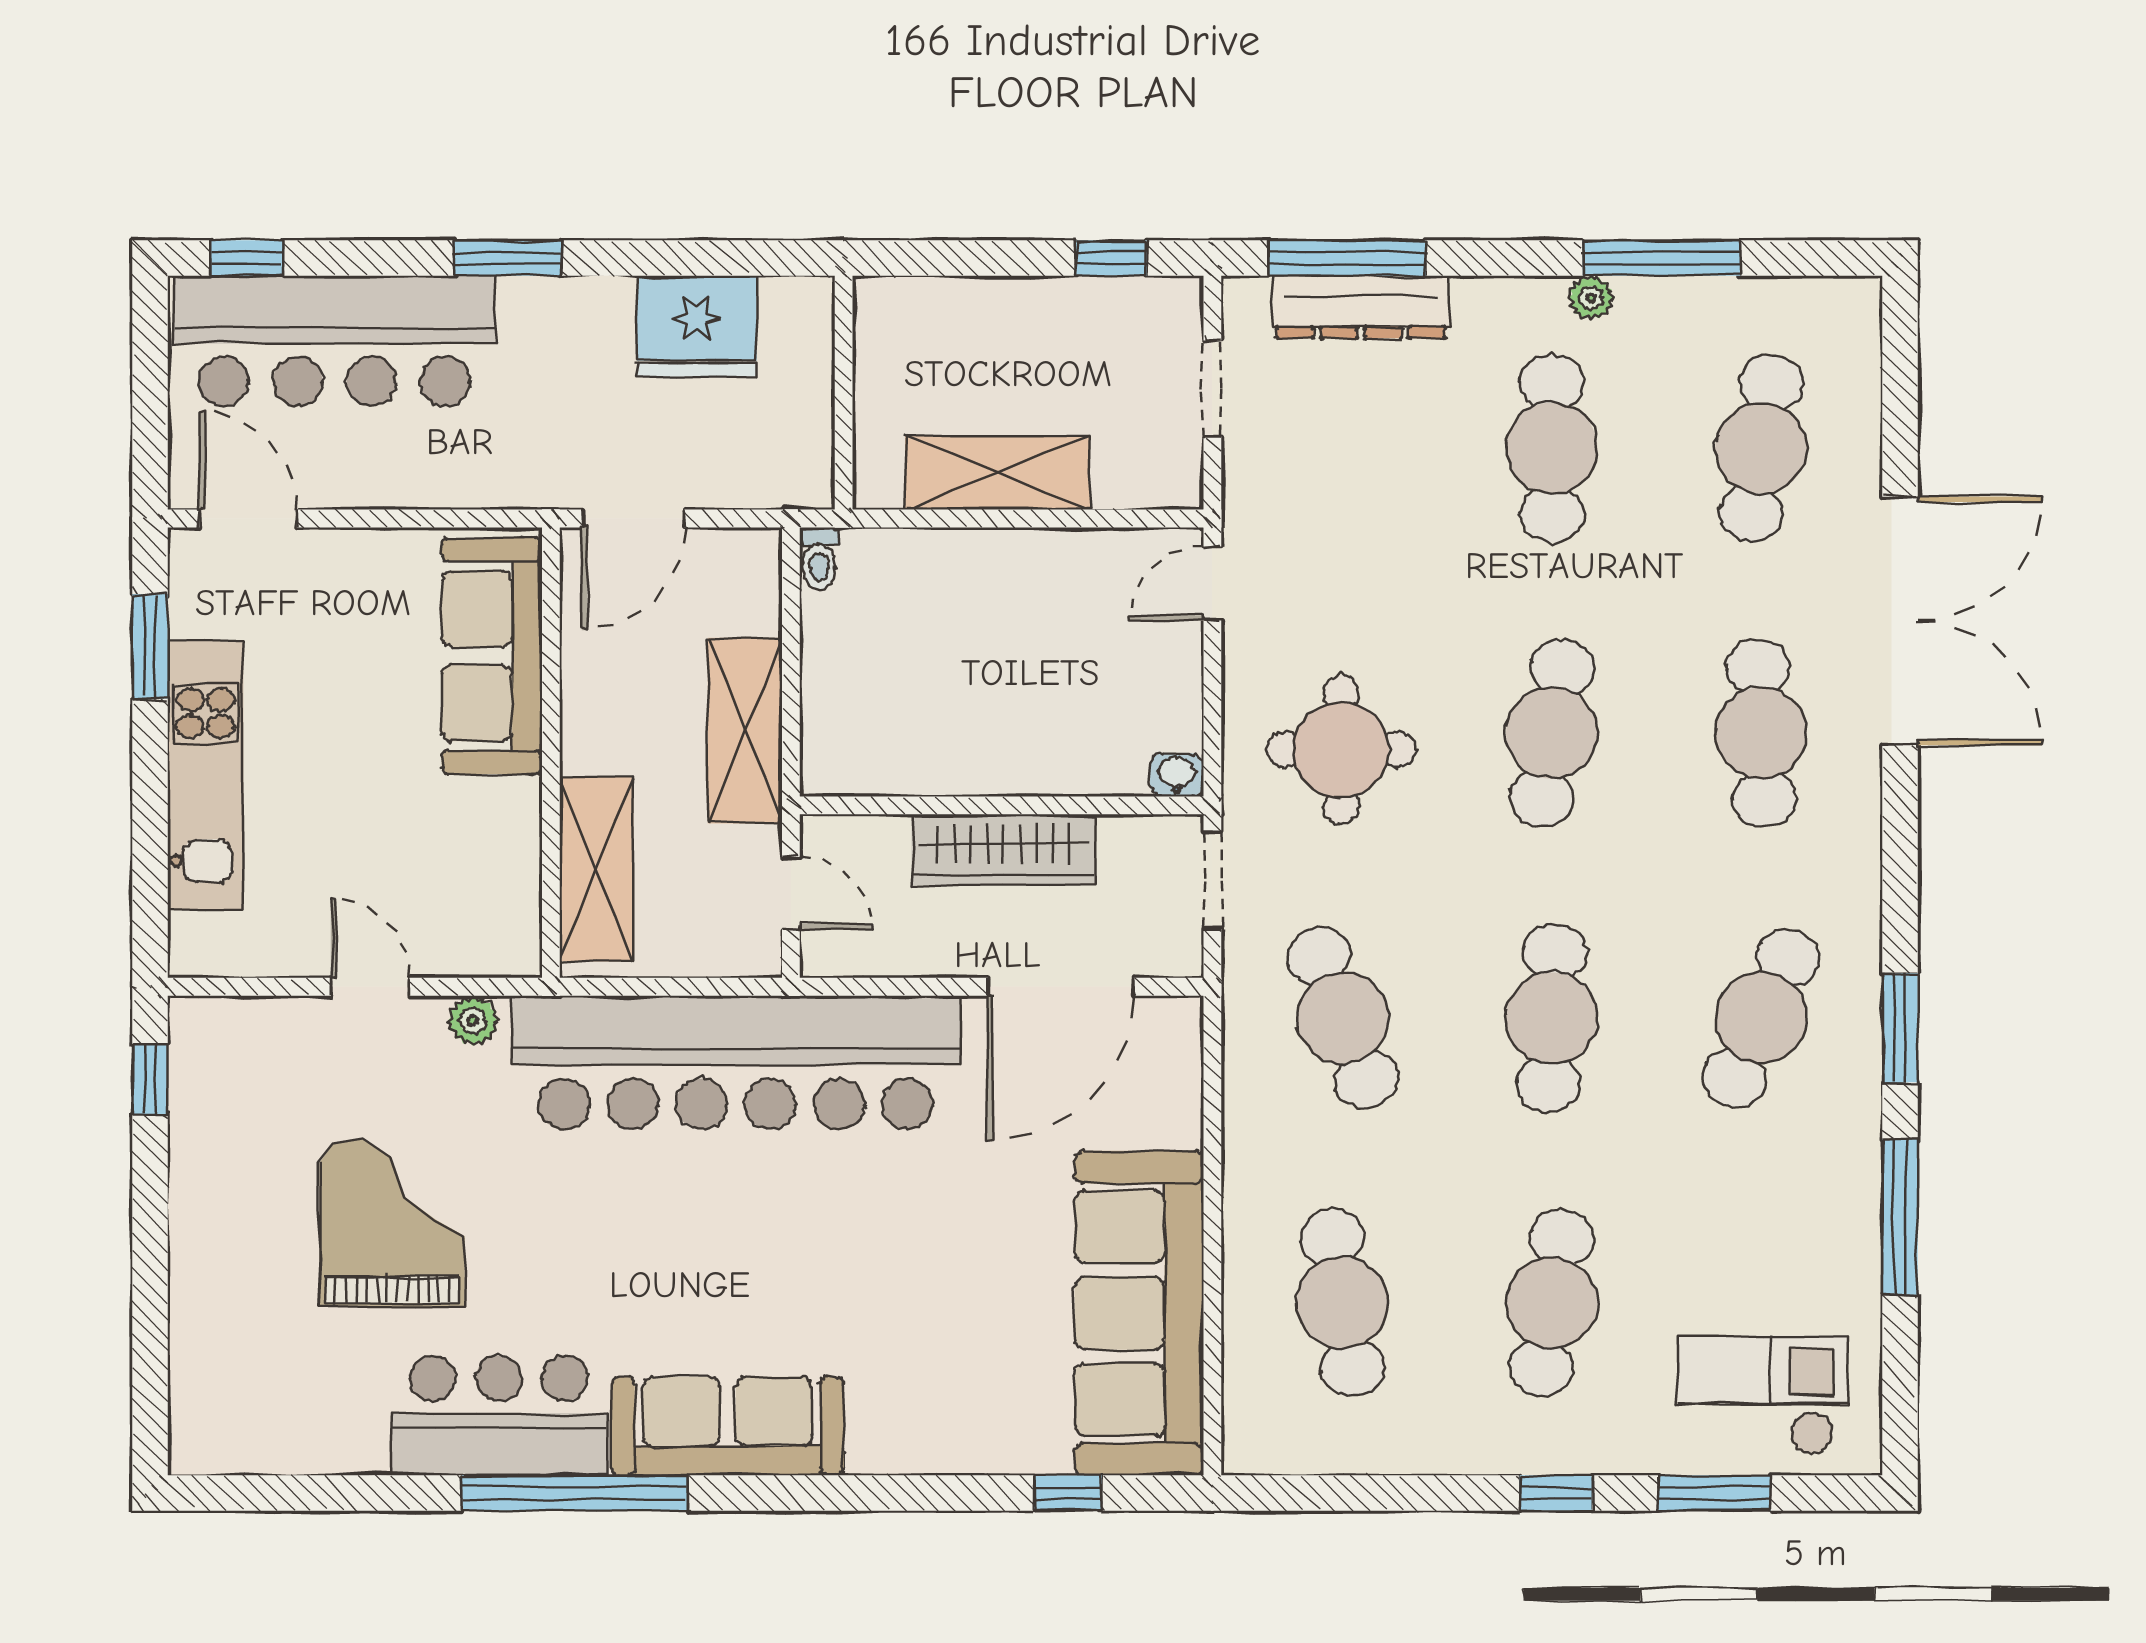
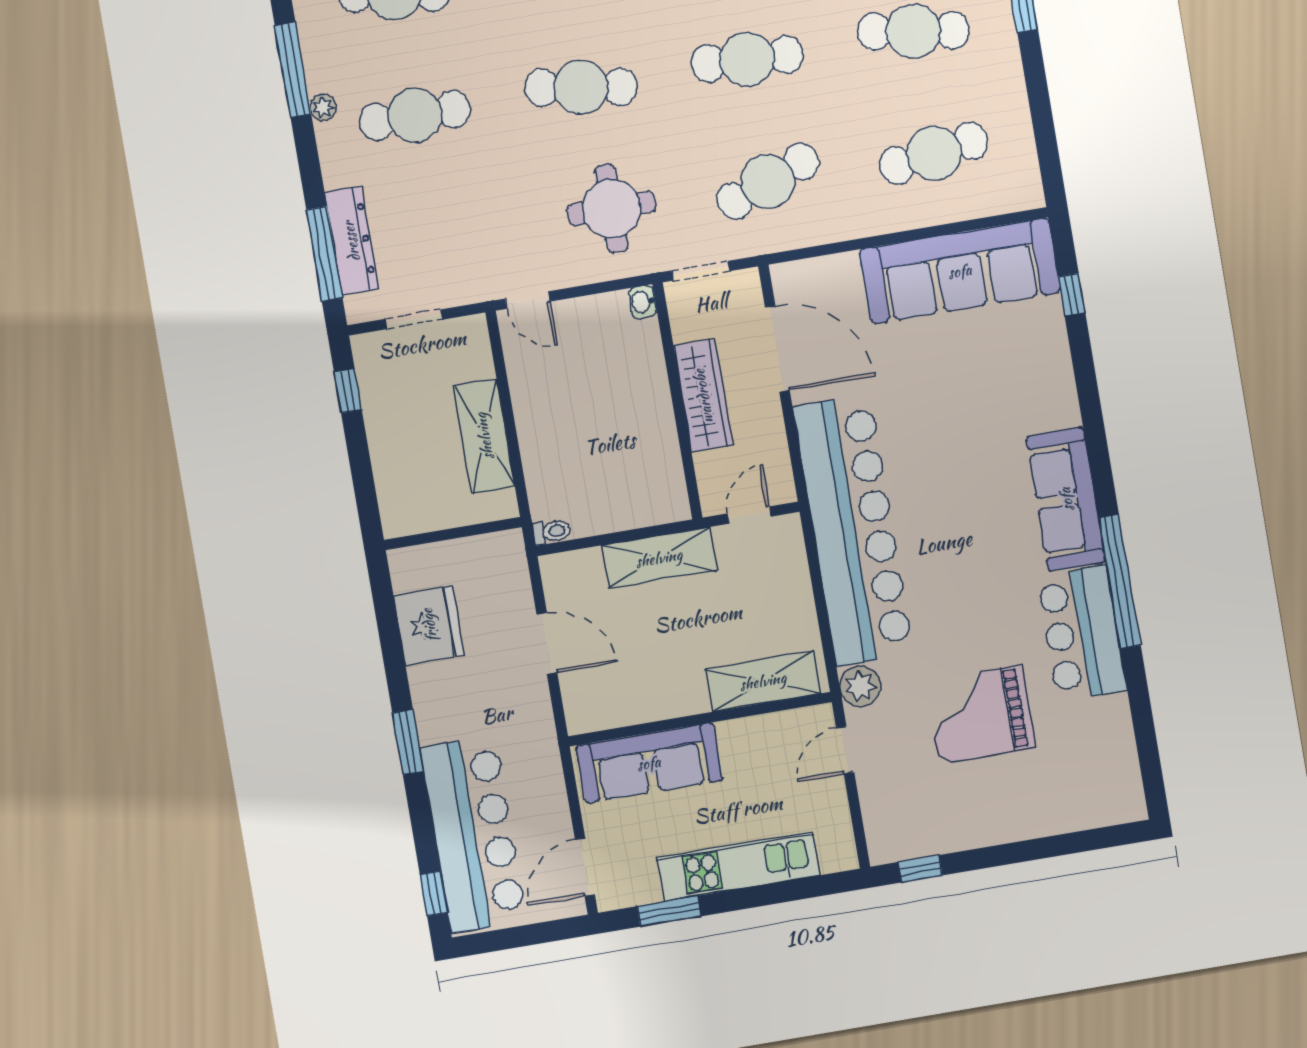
sofa: (492, 656) -> (649, 763), moved
wall: (551, 753) -> (700, 719), moved
shelving: (597, 869) -> (763, 681), moved
plant: (473, 1021) -> (860, 686), width x1.38, depth x1.38

